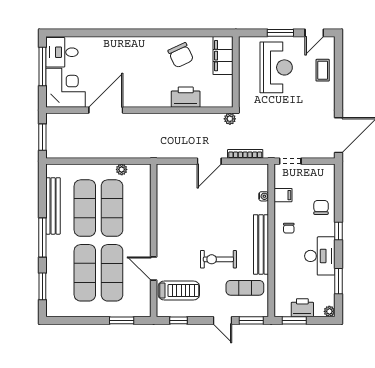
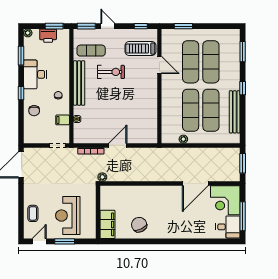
printer: (186, 97) -> (135, 193), removed
window: (42, 238) -> (243, 88), width x0.46

